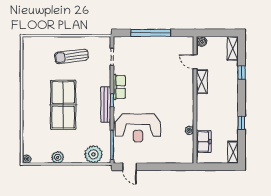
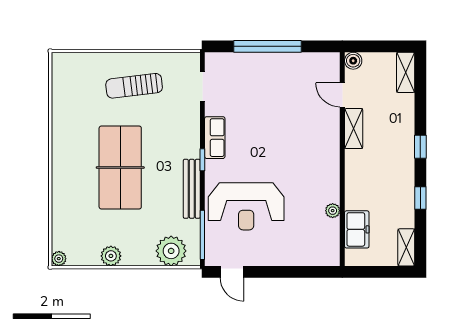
window: (242, 73) -> (420, 147), moved
bench: (106, 105) -> (192, 189), moved

